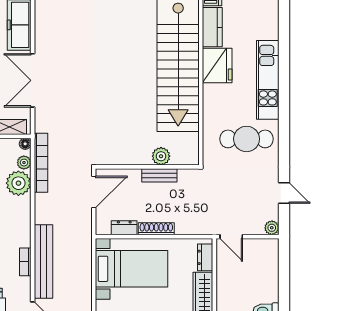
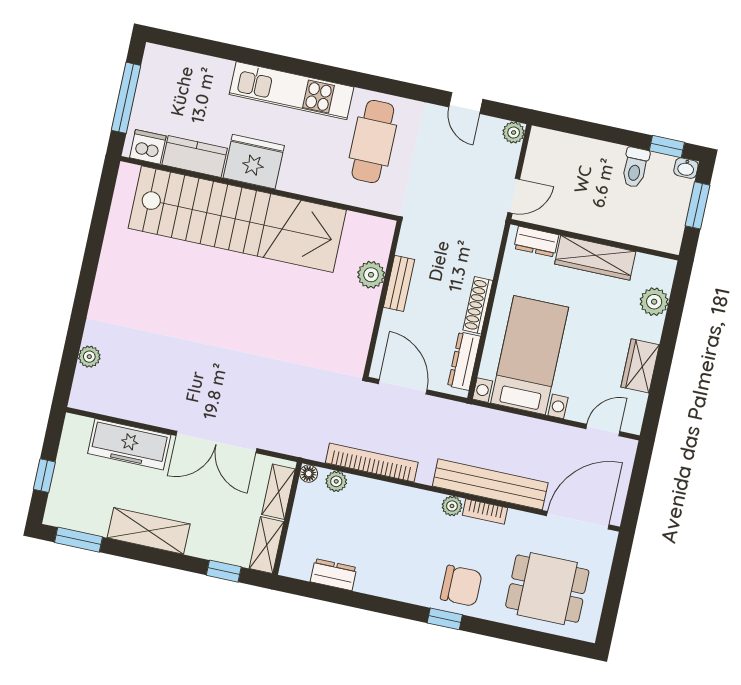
bookcase: (41, 163) -> (372, 462), moved
plant: (18, 183) -> (452, 506), moved, width x0.53, depth x0.53
door: (284, 193) -> (466, 103), swing flipped
dresser: (124, 228) -> (464, 361), width x1.44

